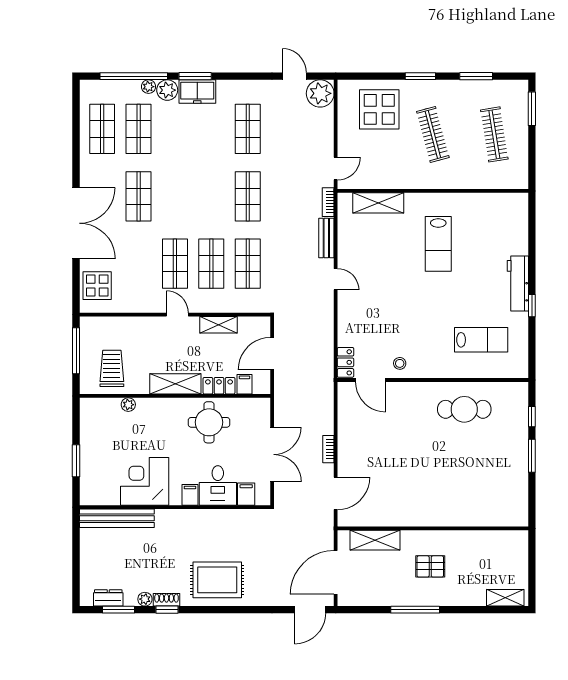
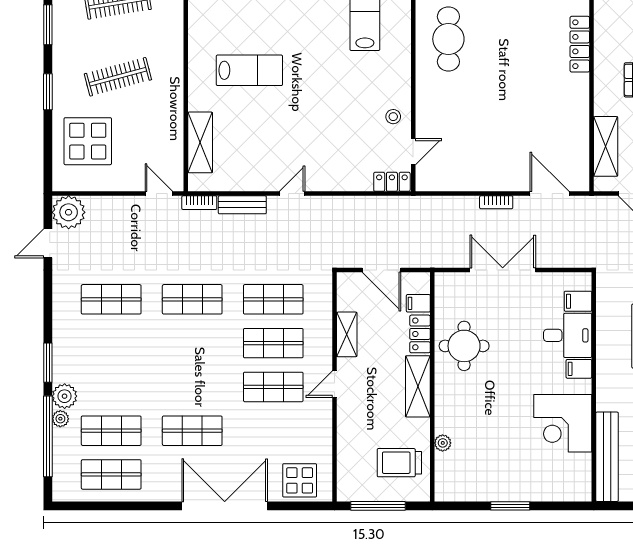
freezer: (197, 92) -> (66, 360), removed
door: (371, 380) -> (413, 152), width x0.73
corner desk: (145, 481) -> (563, 423), moved
desk: (218, 485) -> (568, 335), moved
filing cabinet: (246, 494) -> (578, 301), moved
filing cabinet: (190, 495) -> (579, 369), moved
wall: (175, 507) -> (594, 387), moved
bench: (117, 518) -> (607, 457), moved
locker: (460, 519) -> (580, 44), added

